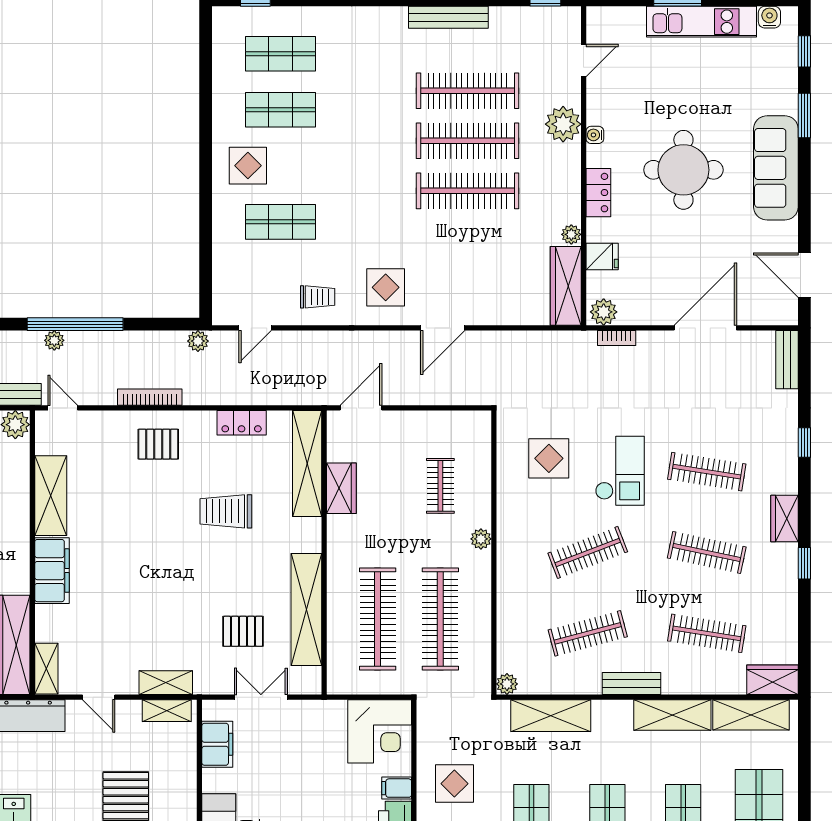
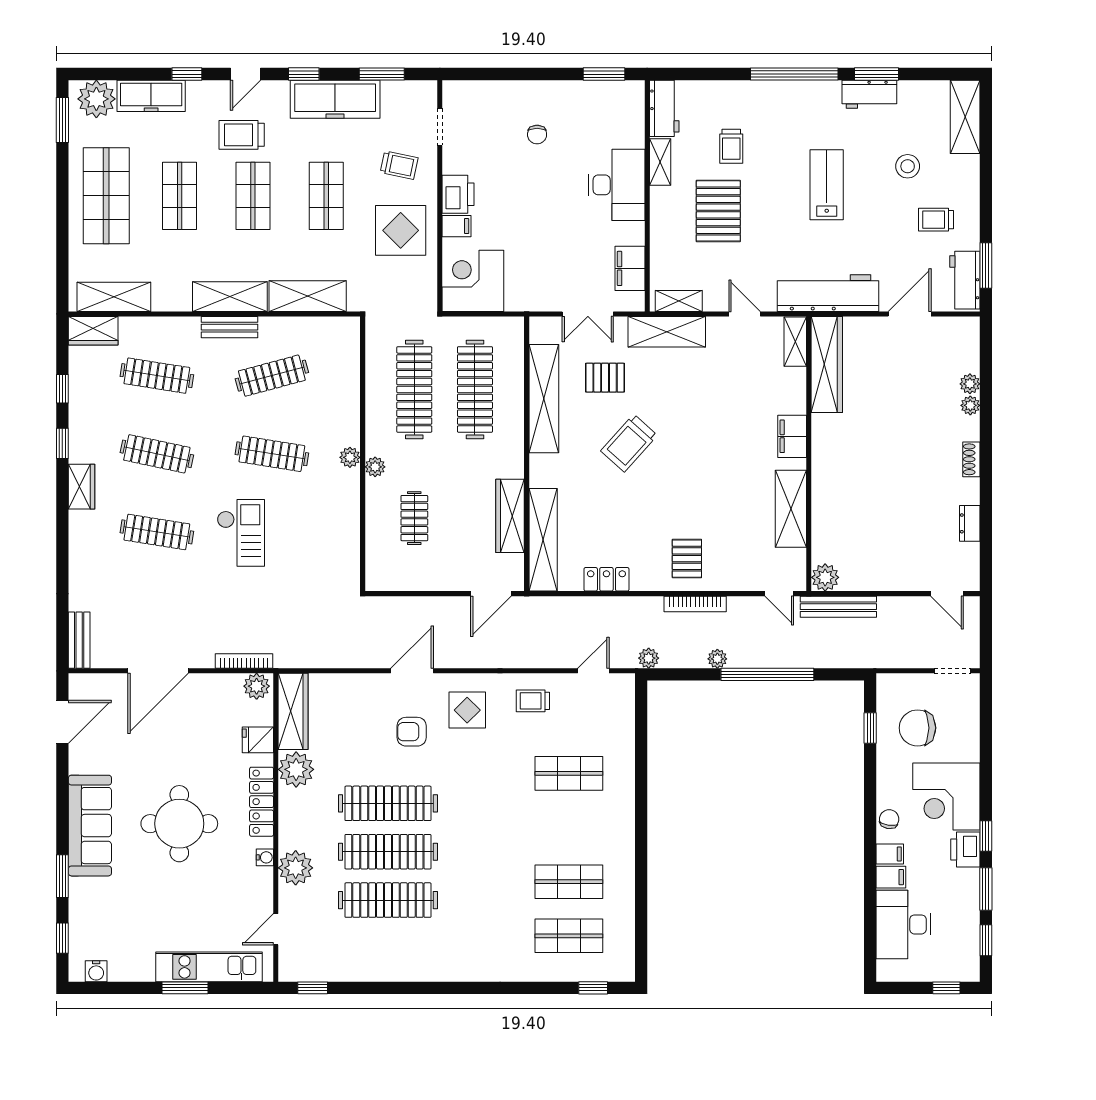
bench: (448, 17) -> (407, 971), removed
kitchen unit: (702, 22) -> (209, 967), moved
display table: (248, 166) -> (600, 828), removed
locker: (598, 193) -> (262, 802), width x1.53
plant: (571, 234) -> (296, 769), width x1.88, depth x1.88
armchair: (443, 265) -> (412, 732), added
door: (804, 275) -> (62, 722), hinge flipped
bookcase: (617, 338) -> (244, 661), width x1.56
plant: (54, 340) -> (717, 659), moved
window: (804, 442) -> (62, 389), moved
pallet: (158, 444) -> (687, 559), turned 90
display table: (549, 458) -> (309, 545), removed
checkout: (620, 471) -> (241, 533), turned 180
wardrobe: (341, 488) -> (510, 516), width x1.50
trolley: (226, 511) -> (629, 443), moved, turned 132
clothes rail: (588, 552) -> (272, 454), turned 30
filing cabinet: (52, 571) -> (792, 436), width x0.67, depth x0.86
shelving: (166, 683) -> (667, 332), width x1.50, depth x1.33
plant: (507, 684) -> (350, 457), moved
shelving: (672, 715) -> (230, 297), moved
display table: (454, 784) -> (401, 230), width x1.36, depth x1.36

